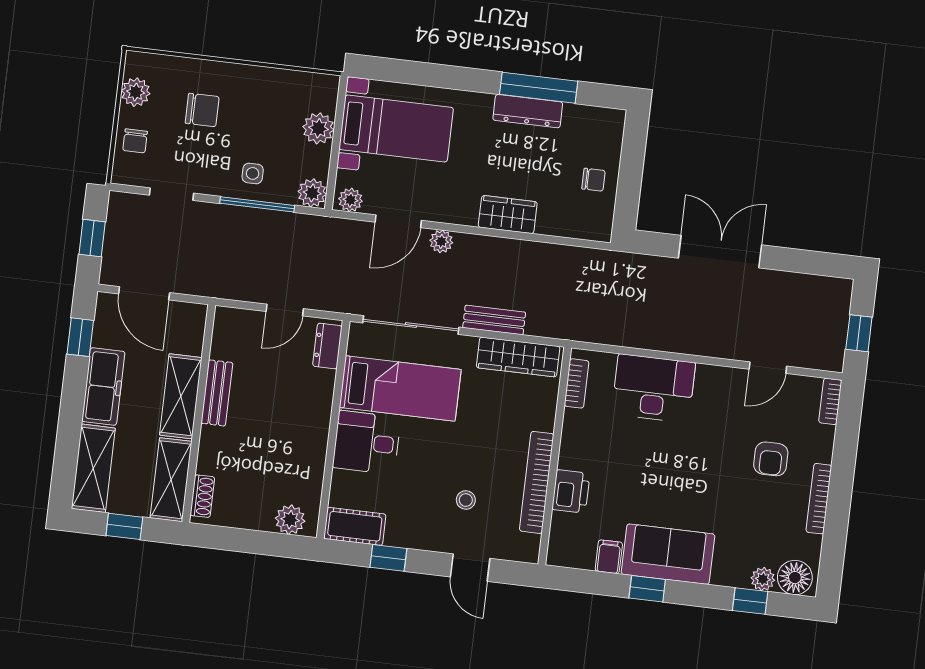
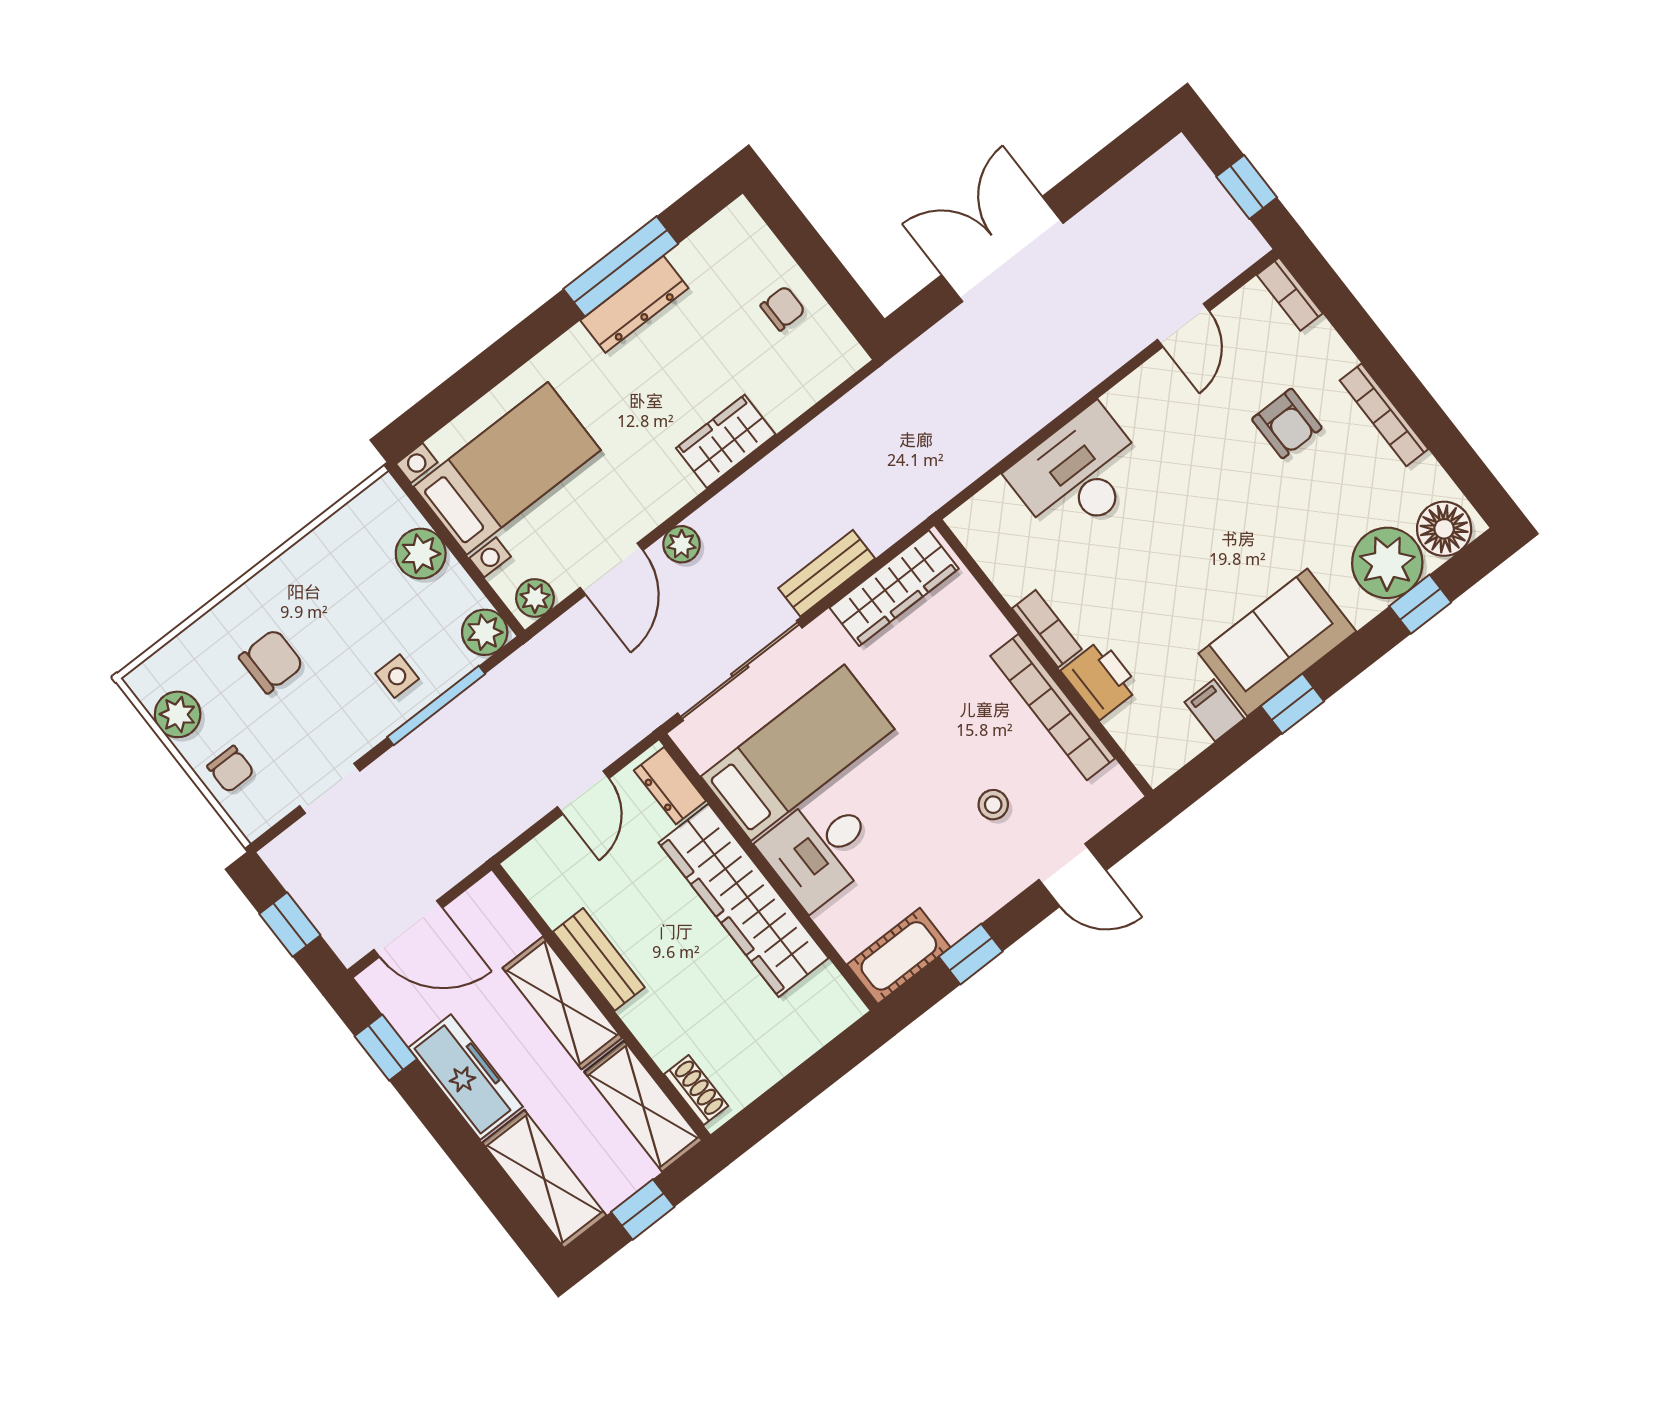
bookcase: (577, 383) -> (1047, 629), moved
wardrobe: (309, 431) -> (743, 900), added
plant: (290, 520) -> (820, 1020), removed
plant: (763, 579) -> (1387, 563), width x1.88, depth x1.88

